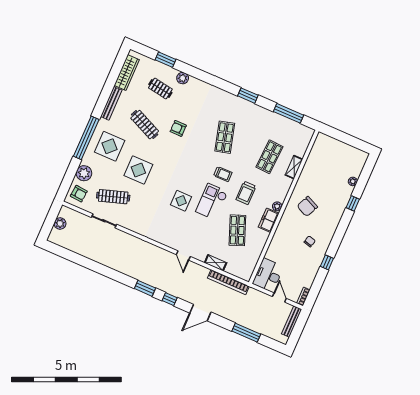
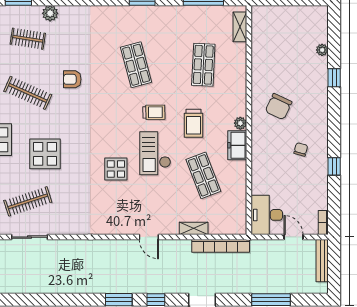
shelving: (294, 167) -> (240, 27), moved

